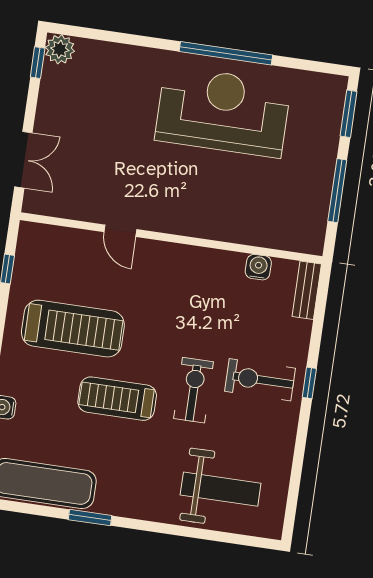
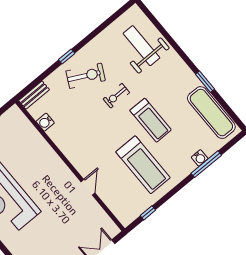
treadmill: (73, 329) -> (143, 165), turned 180
exercise bike: (260, 380) -> (86, 76), turned -63
exercise bike: (194, 390) -> (116, 96), width x0.73, depth x0.72

